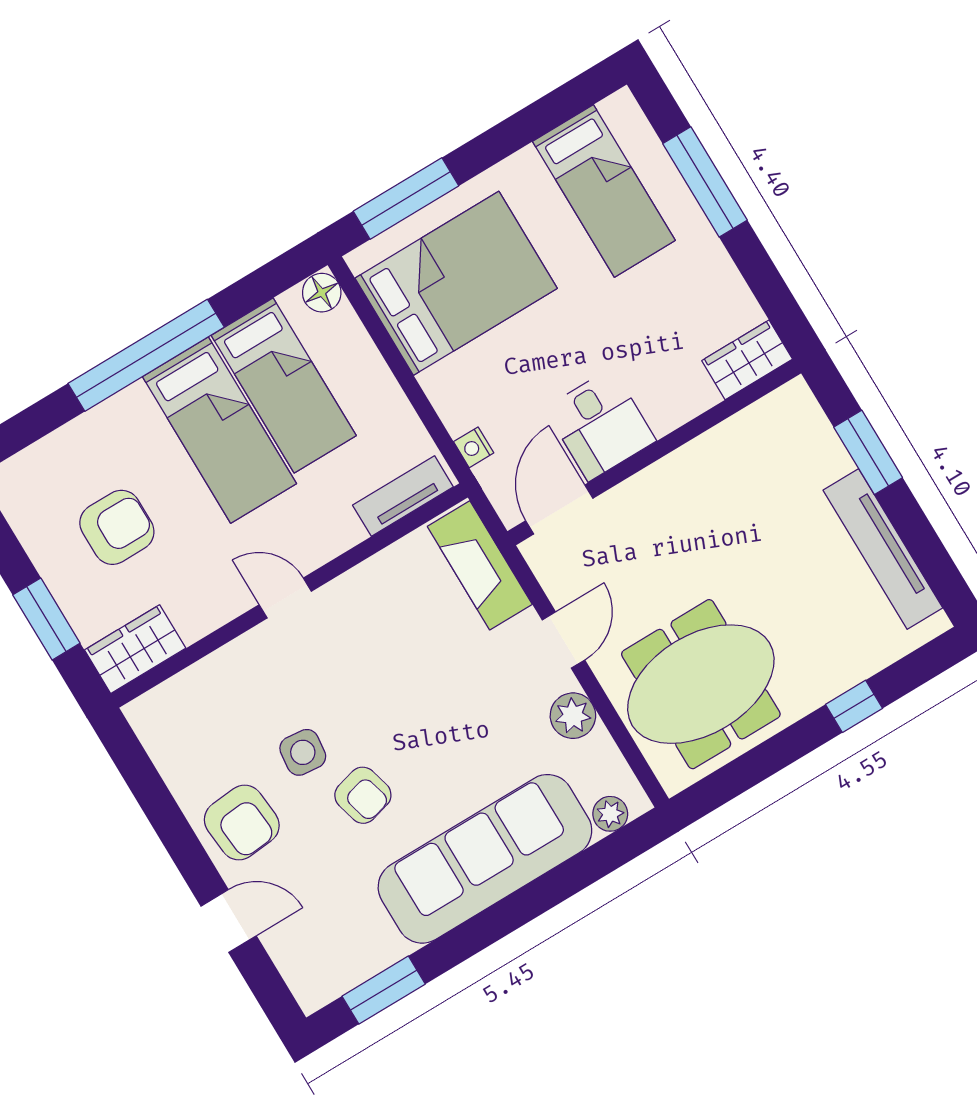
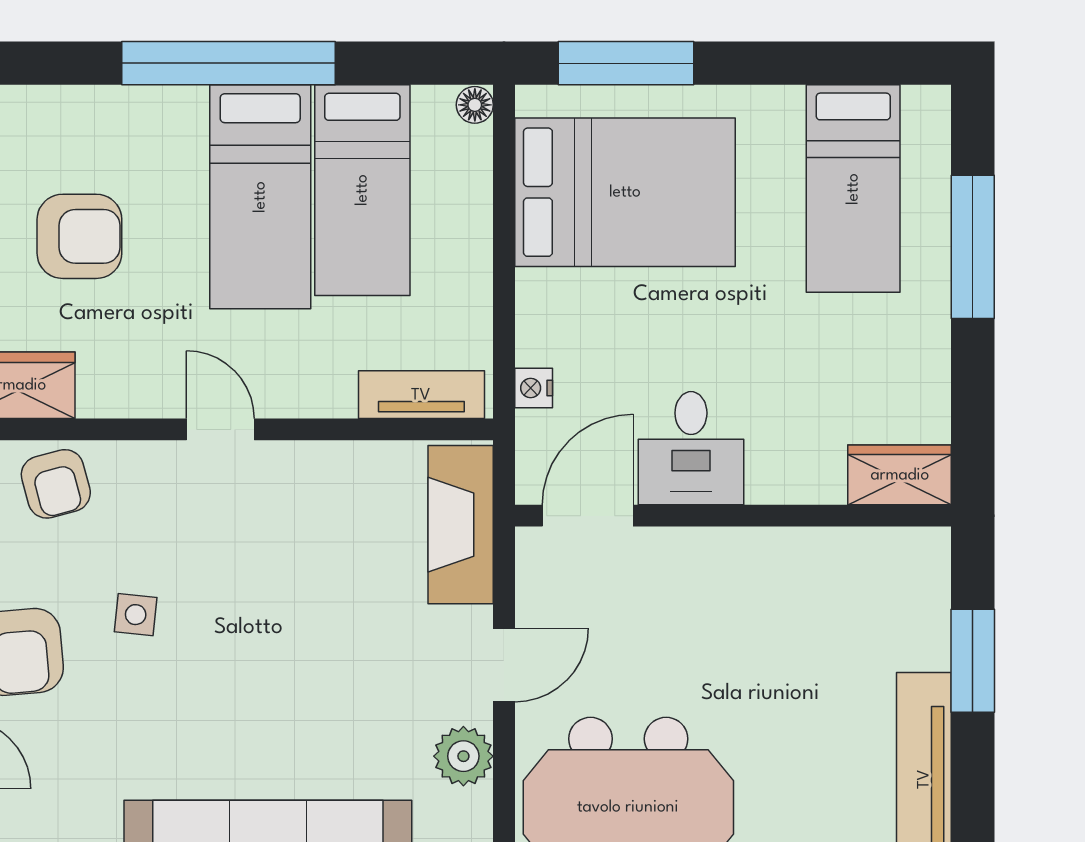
floor lamp: (322, 293) -> (475, 105), width x0.73, depth x0.73
side table: (303, 752) -> (136, 615), width x0.73, depth x0.73
armchair: (363, 795) -> (56, 484), moved

